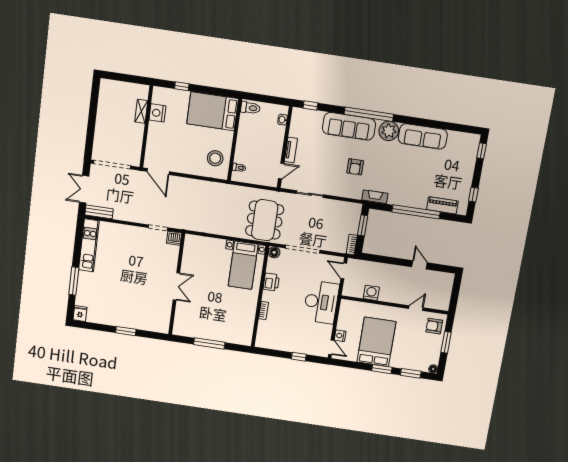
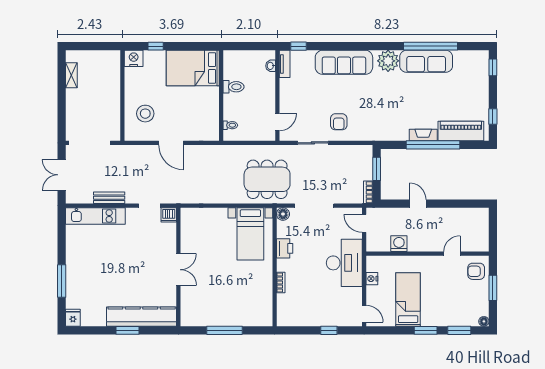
toilet: (250, 108) -> (234, 87), moved
shelving: (141, 111) -> (71, 75), moved
nightstand: (157, 113) -> (134, 58), moved, turned 90
window: (369, 114) -> (430, 46), moved
tv unit: (291, 150) -> (285, 64), moved
stool: (215, 158) -> (145, 114), moved
armchair: (355, 167) -> (339, 122), moved
door: (158, 172) -> (171, 143), moved
fireplace: (375, 197) -> (423, 135), moved
piano: (442, 205) -> (461, 131), width x1.37, depth x1.33
bench: (99, 212) -> (109, 198), moved
dining table: (265, 220) -> (267, 179), turned 90
kitchen unit: (89, 245) -> (95, 216), moved, turned 90
door: (420, 265) -> (418, 204), moved
kitchen counter: (139, 321) -> (142, 317), added
nightstand: (340, 336) -> (372, 279), moved
bed: (376, 342) -> (408, 299), width x0.67

